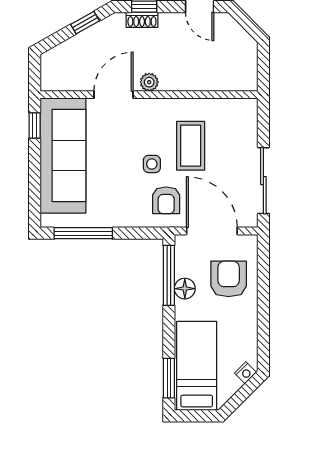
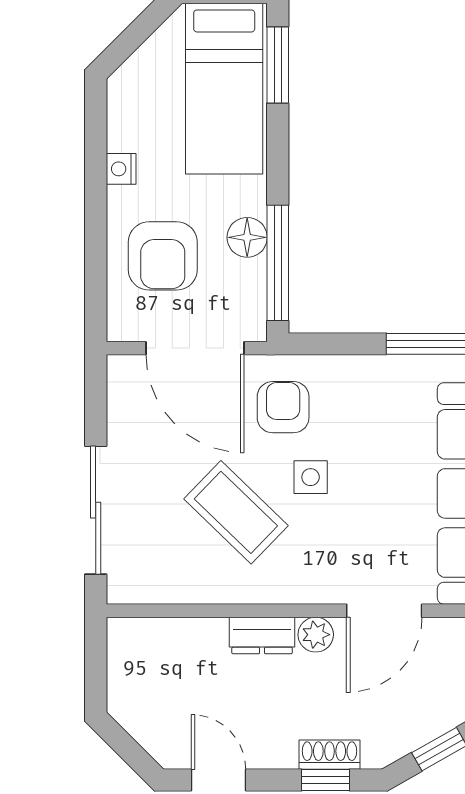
dresser: (177, 82) -> (262, 635), added
coffee table: (191, 146) -> (236, 512), turned -46
sliding door: (263, 181) -> (96, 510), moved
nightstand: (245, 373) -> (121, 169), moved, turned -45

